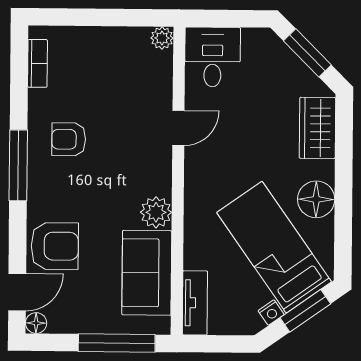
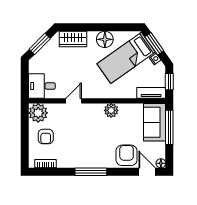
plant: (162, 38) -> (38, 113), width x1.87, depth x1.87
door: (178, 128) -> (74, 101), hinge flipped
armchair: (69, 139) -> (46, 137), moved
sofa: (147, 273) -> (155, 122), moved, turned 90
window: (220, 344) -> (169, 82), added

